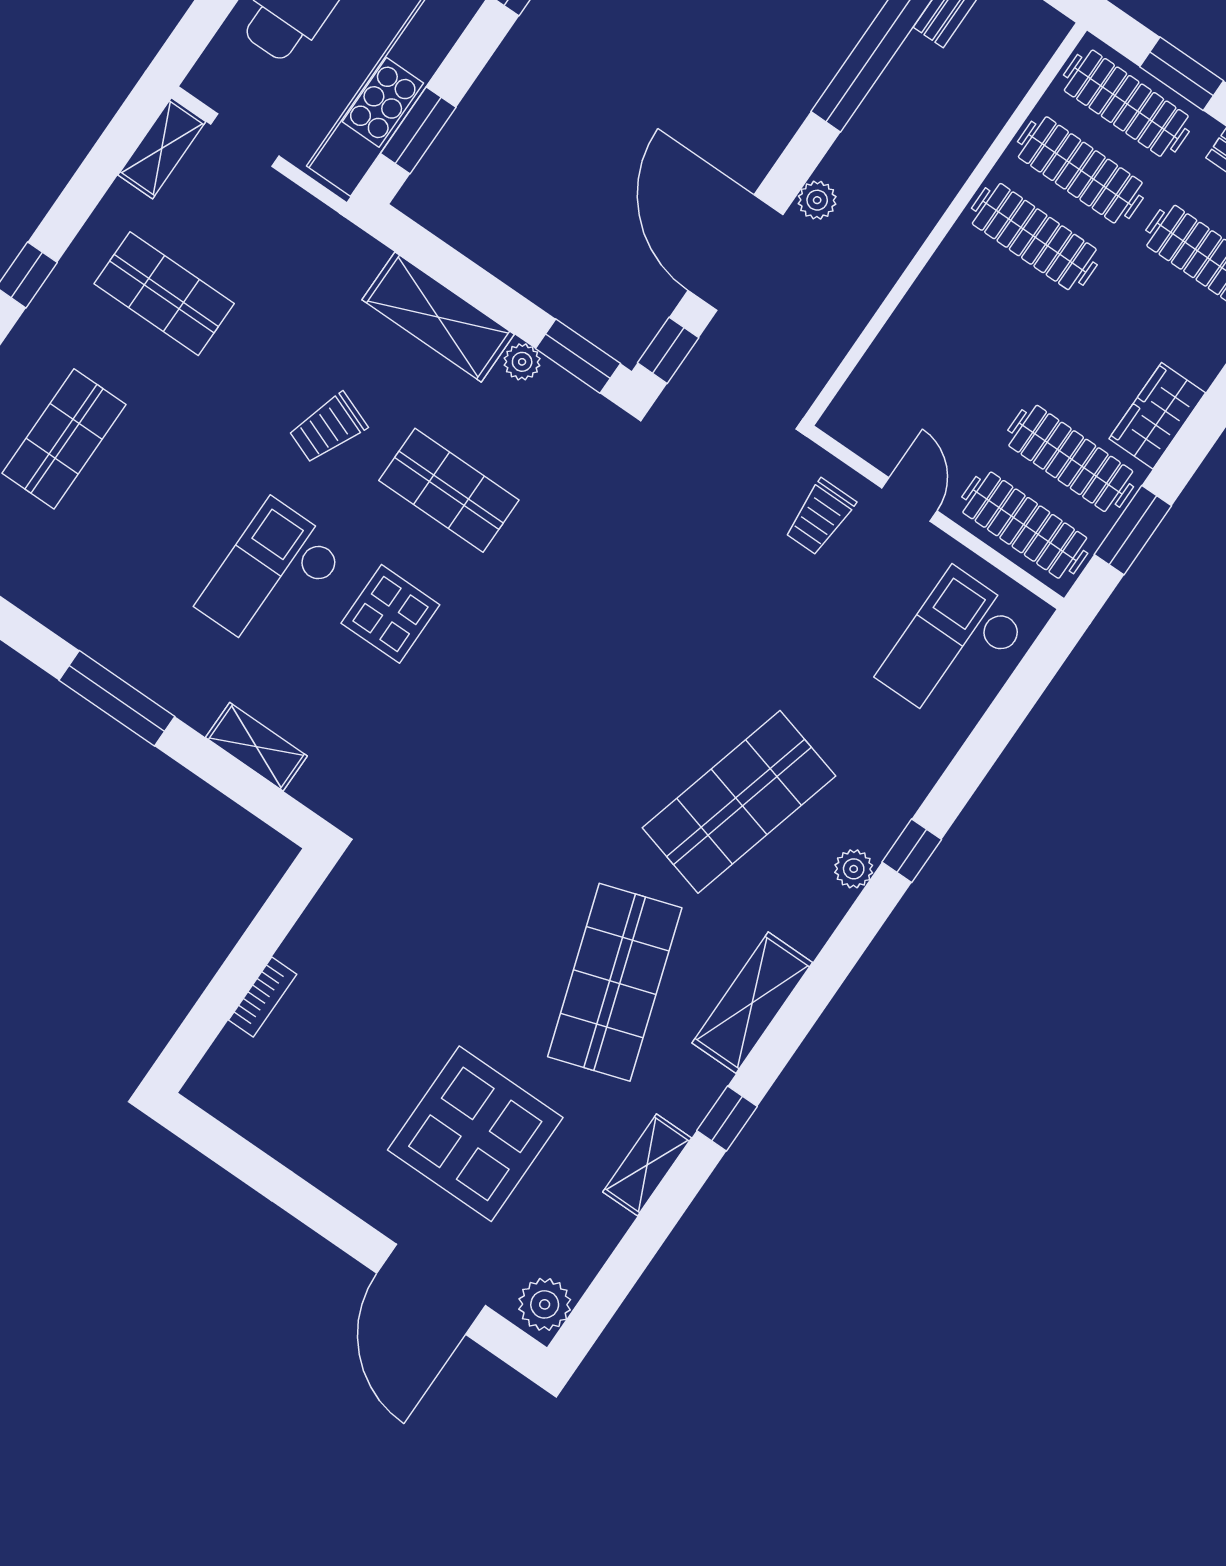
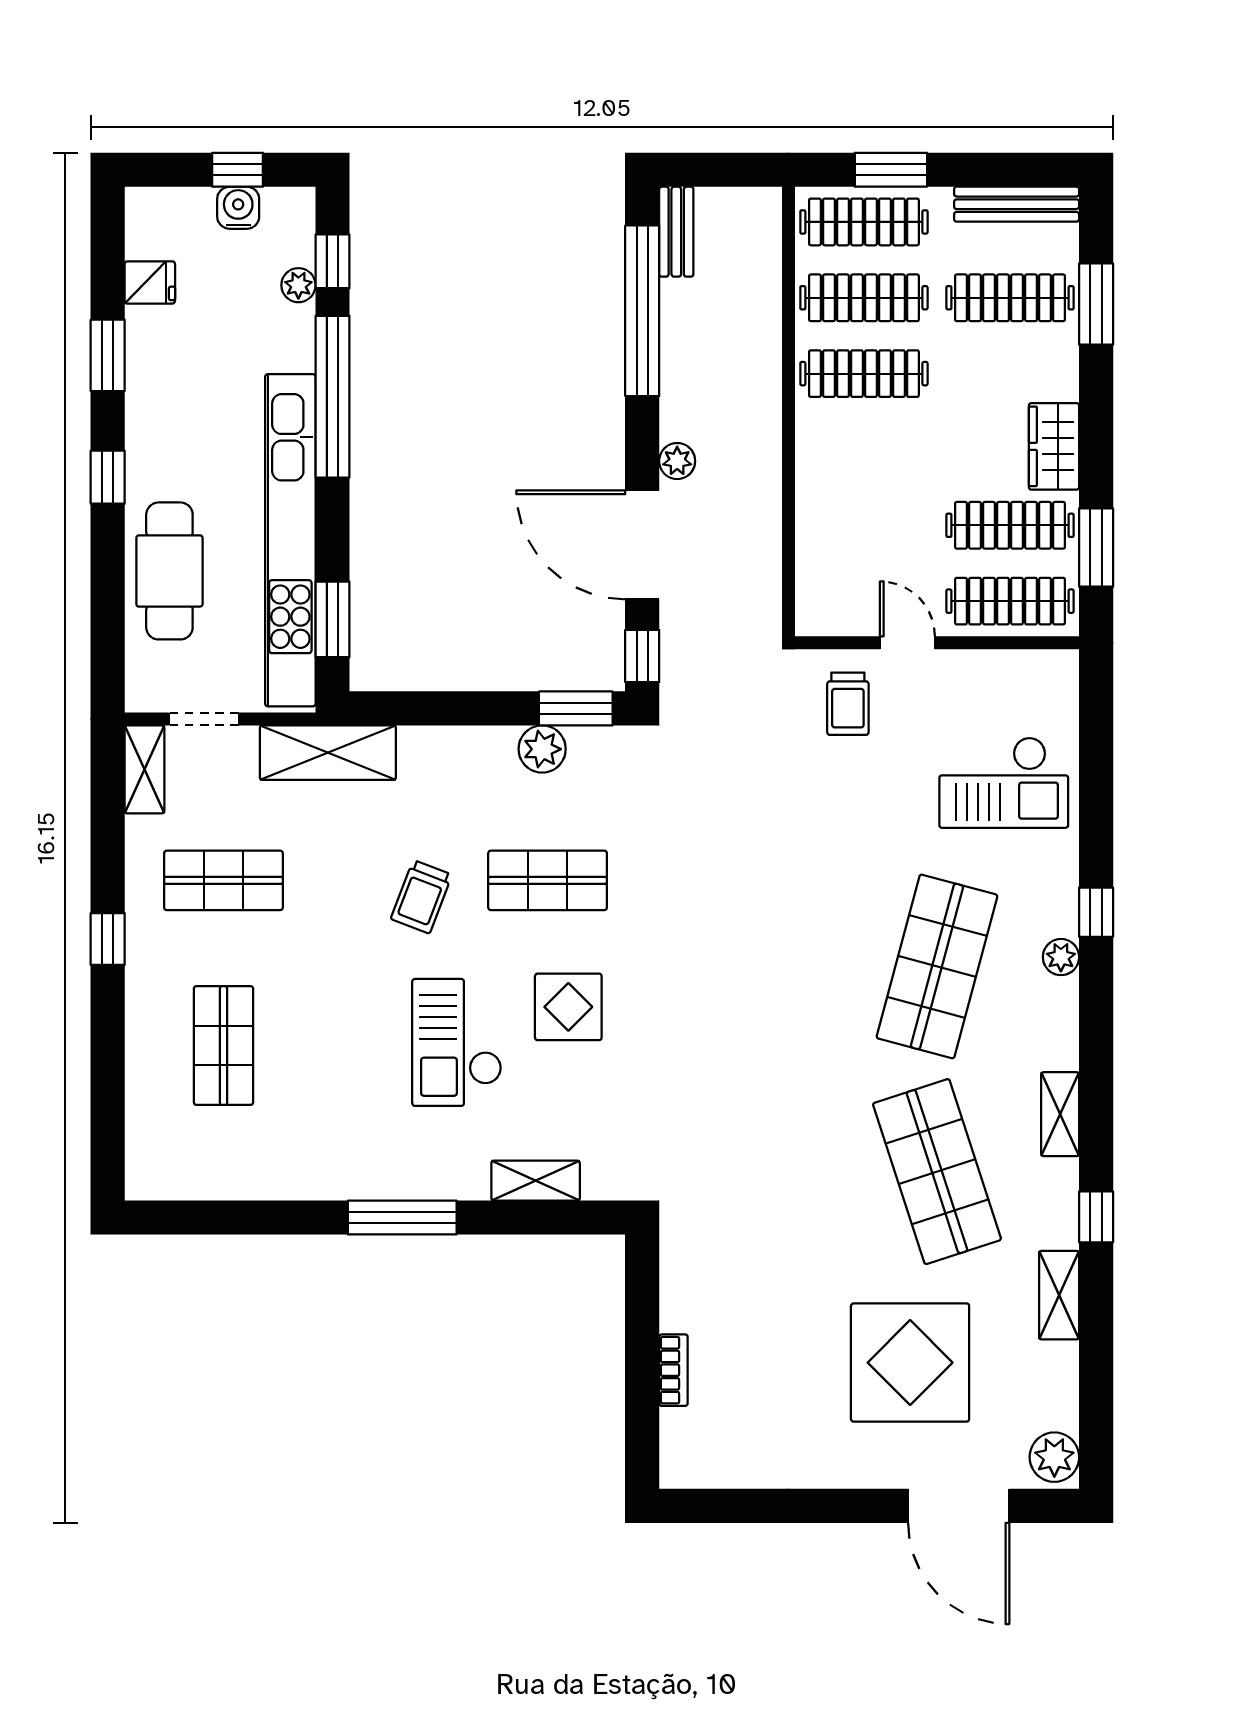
shelving: (438, 317) -> (328, 753), moved
plant: (522, 362) -> (542, 749), width x1.38, depth x1.38
checkout: (953, 648) -> (1004, 783), moved, turned -90
shelving: (752, 1003) -> (1060, 1114), width x0.67, depth x0.75

